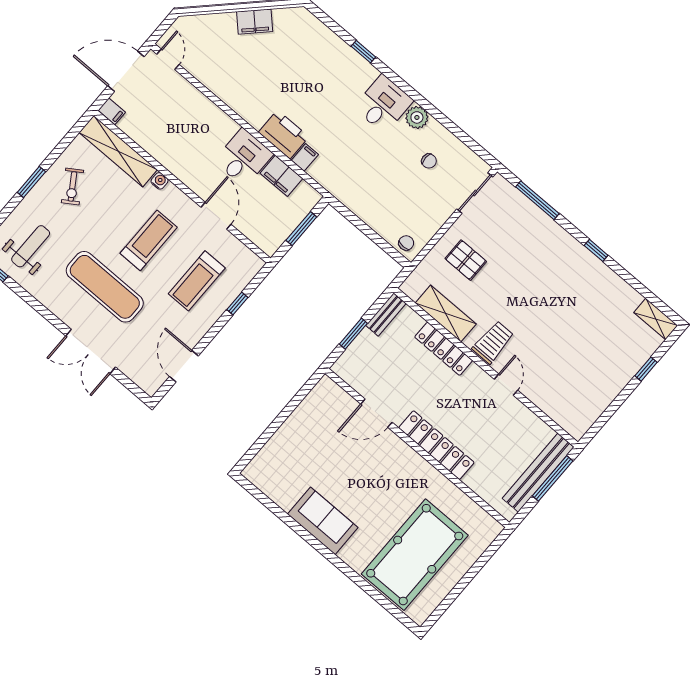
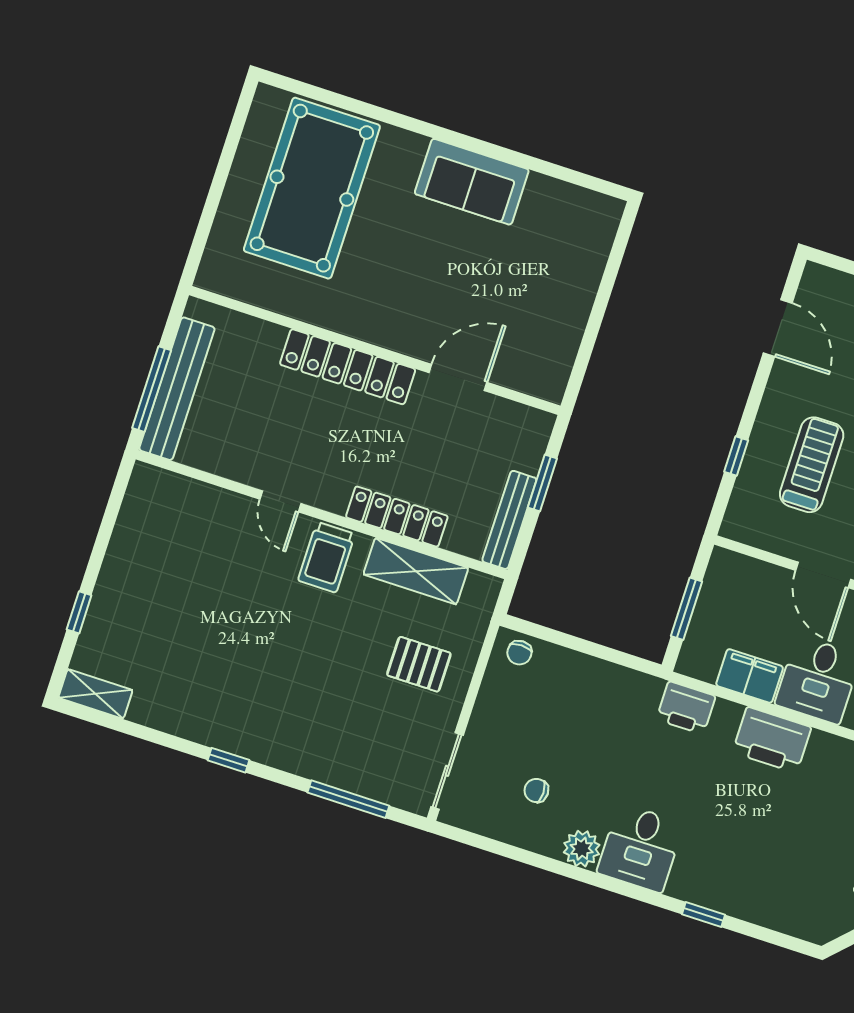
filing cabinet: (305, 157) -> (726, 718), removed
printer: (325, 173) -> (686, 708), added
bench: (386, 314) -> (509, 520), width x1.36

